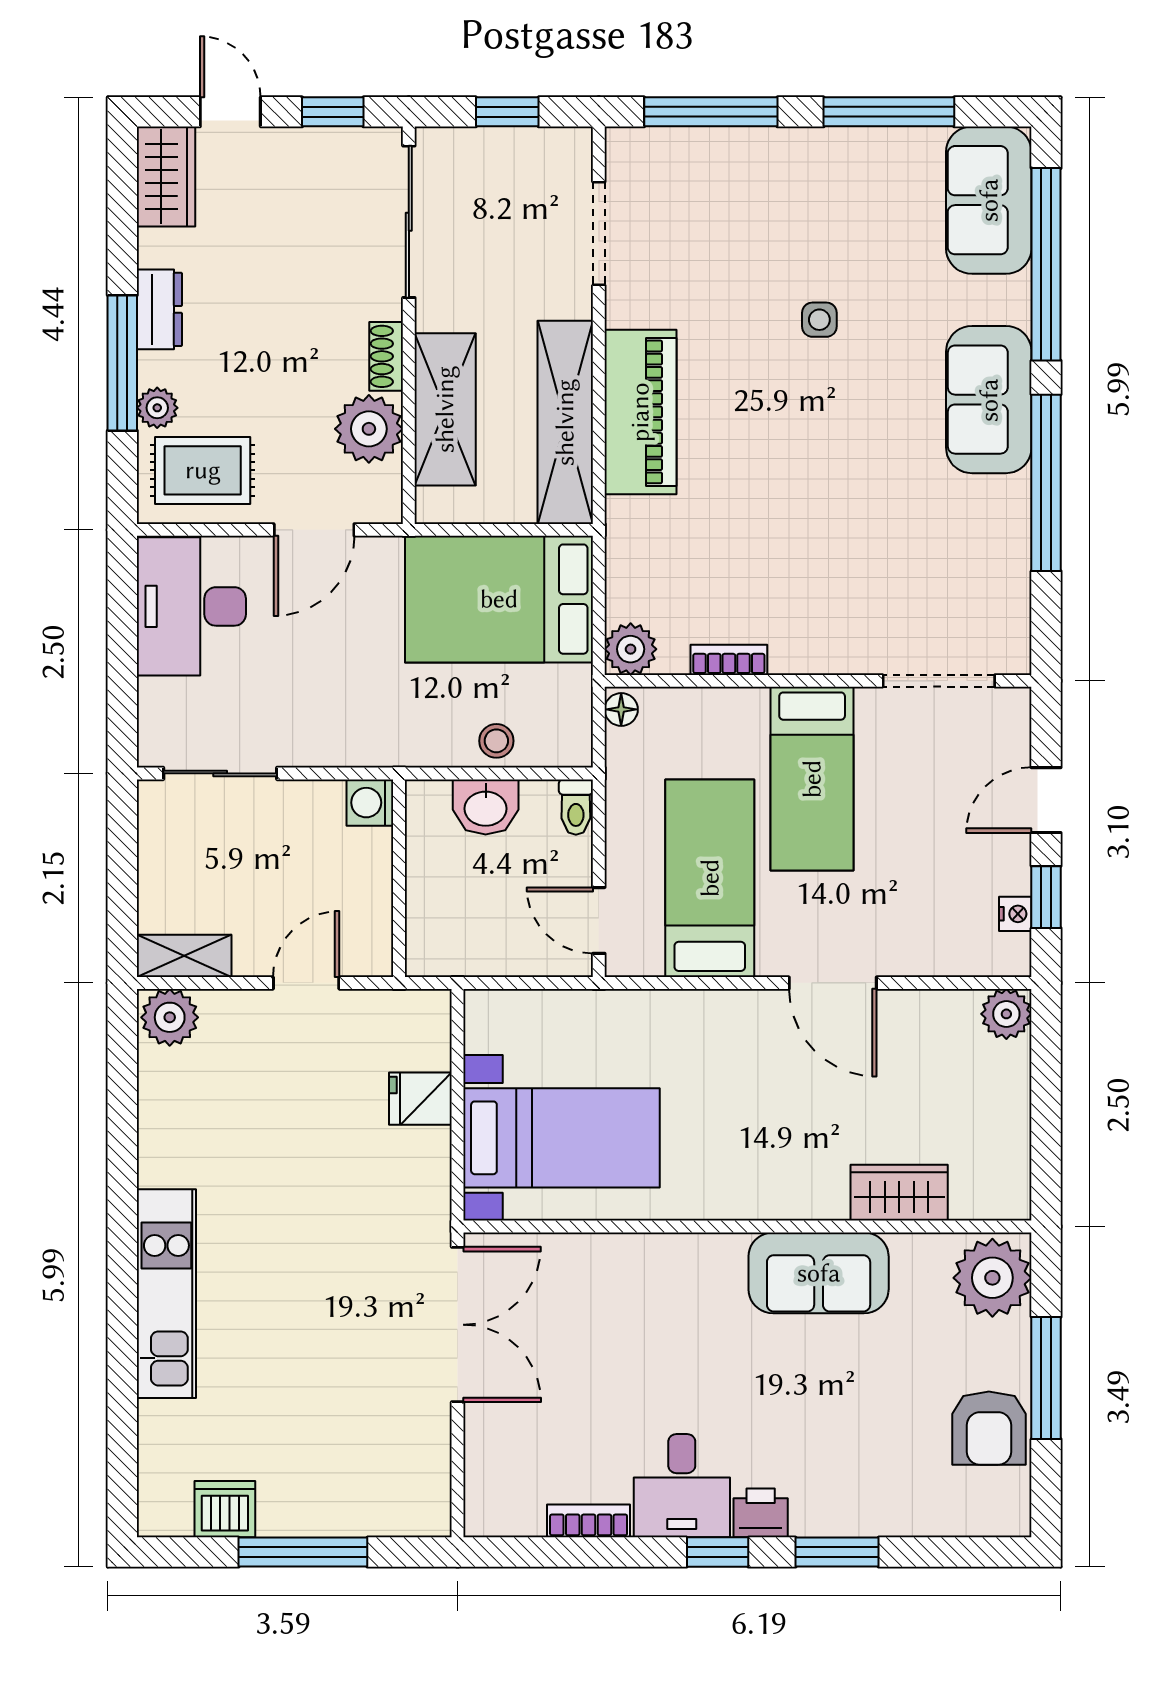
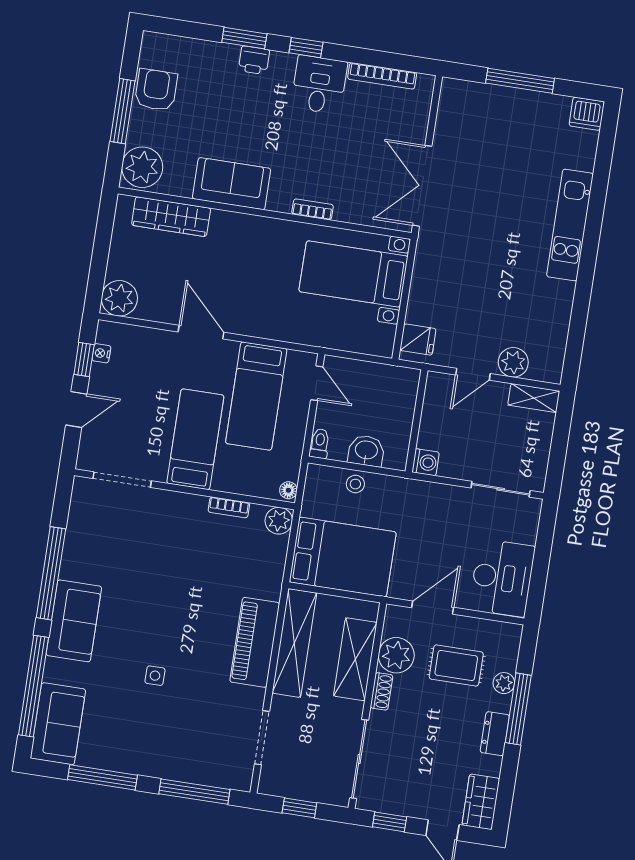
rug: (203, 470) -> (456, 666), moved
plant: (1006, 1014) -> (119, 298), width x1.36, depth x1.36
plant: (170, 1017) -> (513, 362), moved
fridge: (420, 1099) -> (418, 340), moved
wardrobe: (899, 1193) -> (171, 217), width x1.50
bookcase: (658, 1248) -> (313, 209), added
dishwasher: (225, 1509) -> (587, 114), moved
printer: (761, 1513) -> (254, 60), moved
bookcase: (589, 1521) -> (382, 76), width x1.56

